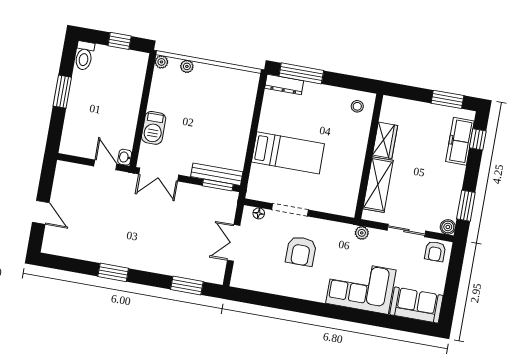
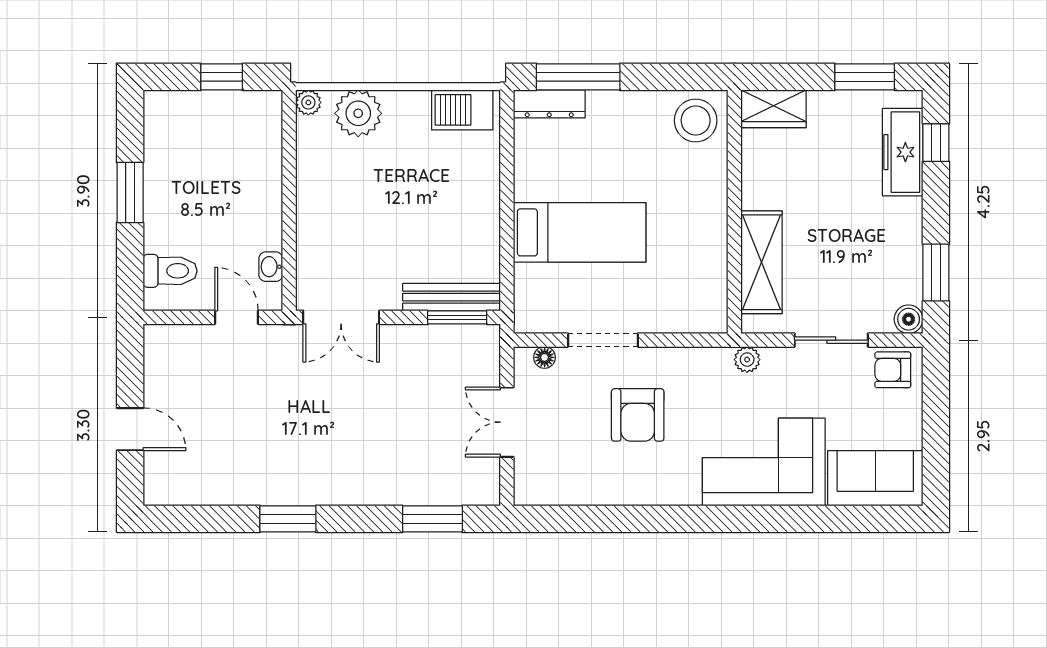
toilet: (84, 56) -> (170, 271), moved, turned -90
plant: (187, 66) -> (358, 113), width x1.88, depth x1.88
stool: (357, 106) -> (696, 120), width x1.89, depth x1.89
barbecue: (154, 128) -> (462, 110), moved, turned 90
wardrobe: (385, 140) -> (774, 109), moved, turned 90
washbasin: (125, 157) -> (271, 267), moved
armchair: (435, 251) -> (893, 370), turned 90

